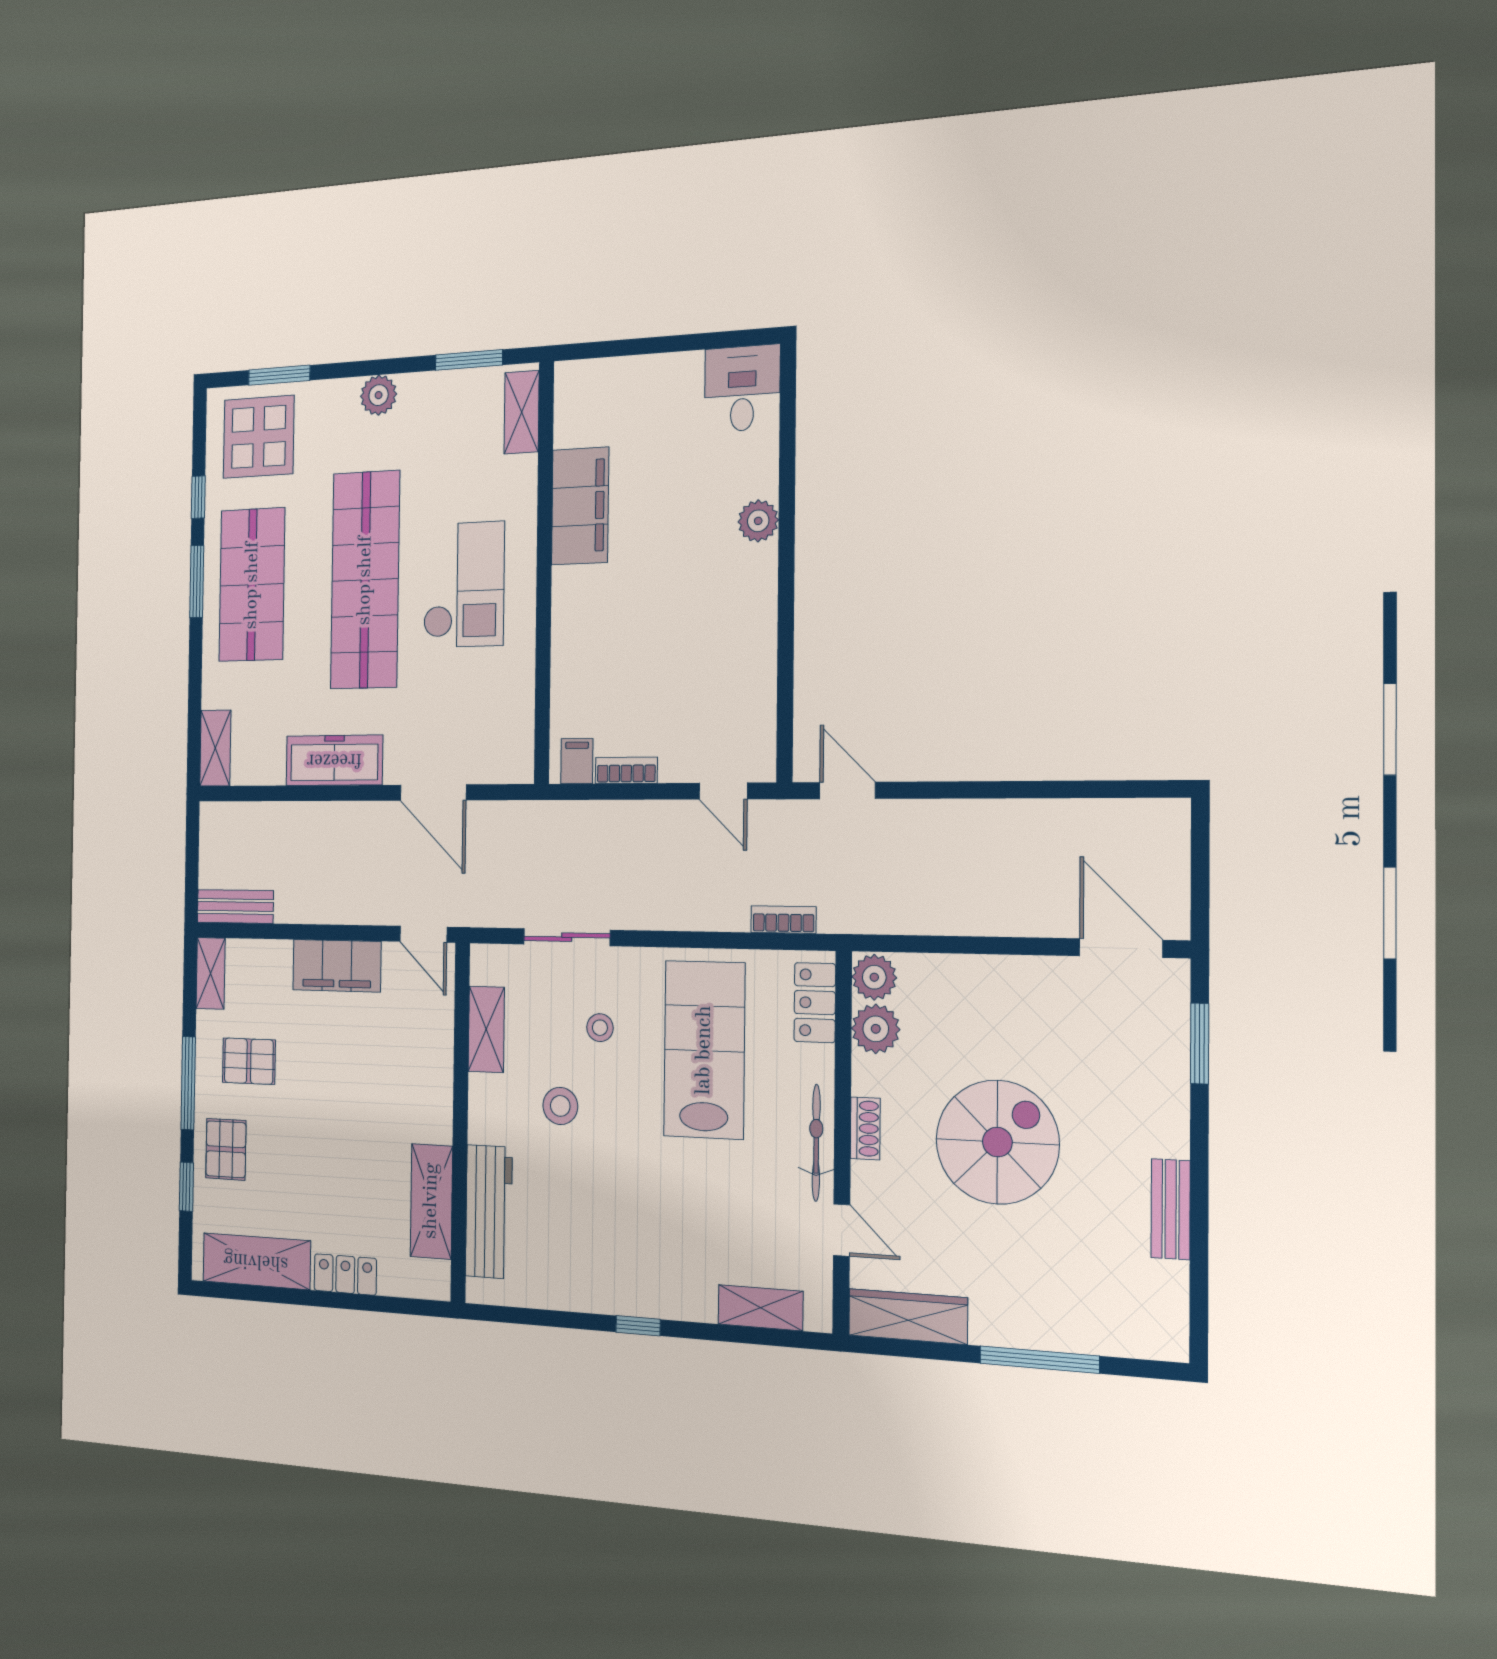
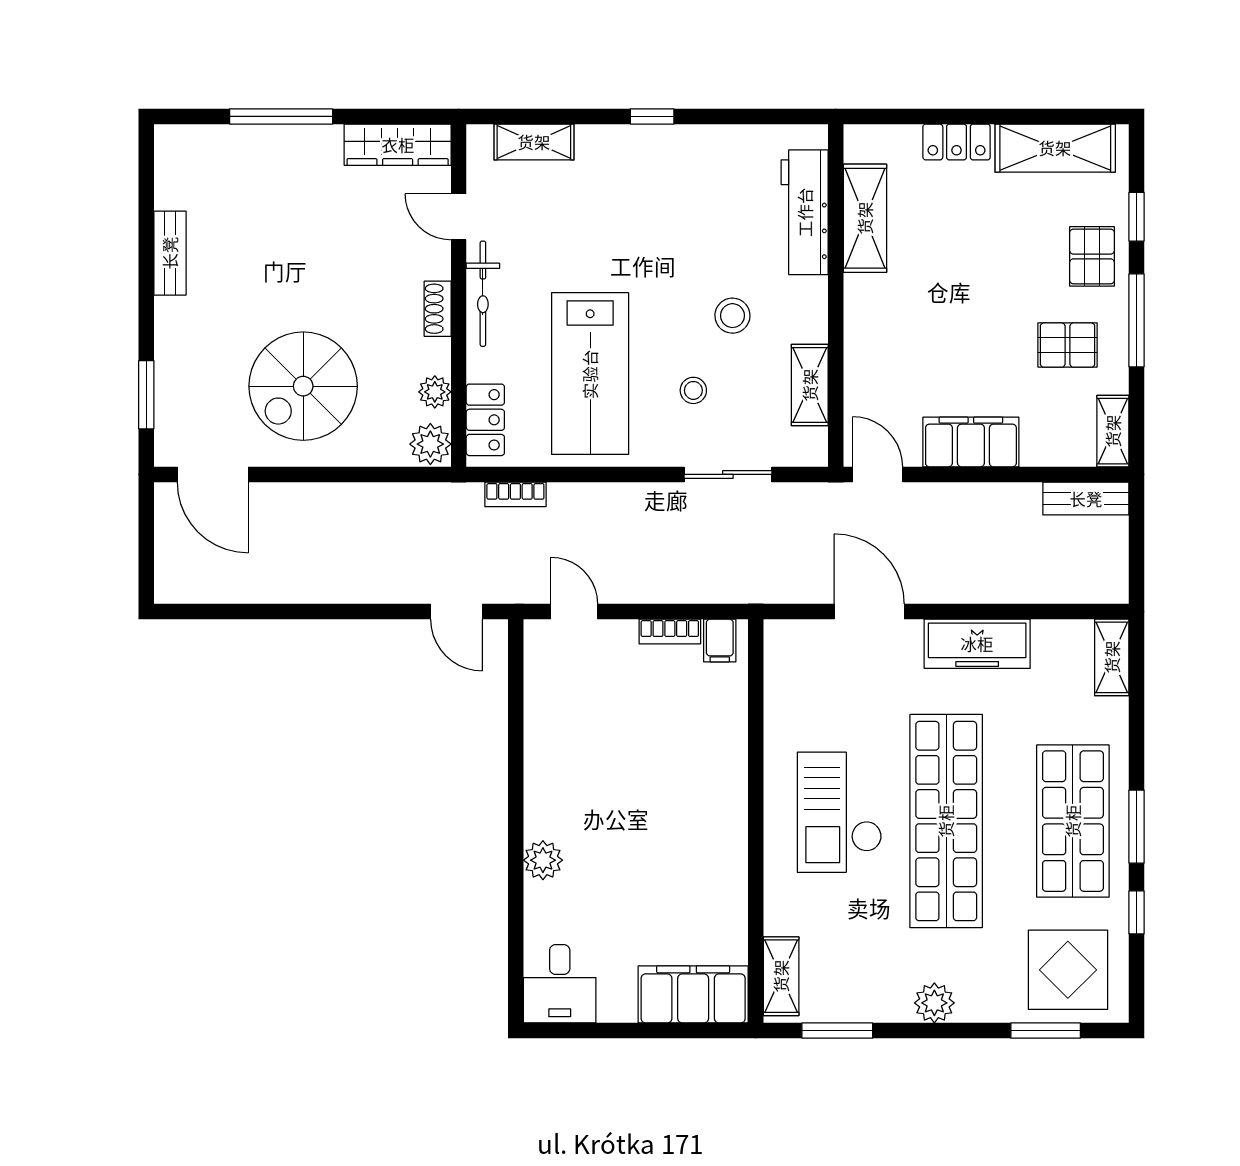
filing cabinet: (580, 506) -> (693, 994), moved, turned 90
plant: (876, 1029) -> (435, 392), width x0.73, depth x0.73
spiral stairs: (997, 1142) -> (303, 386), moved

